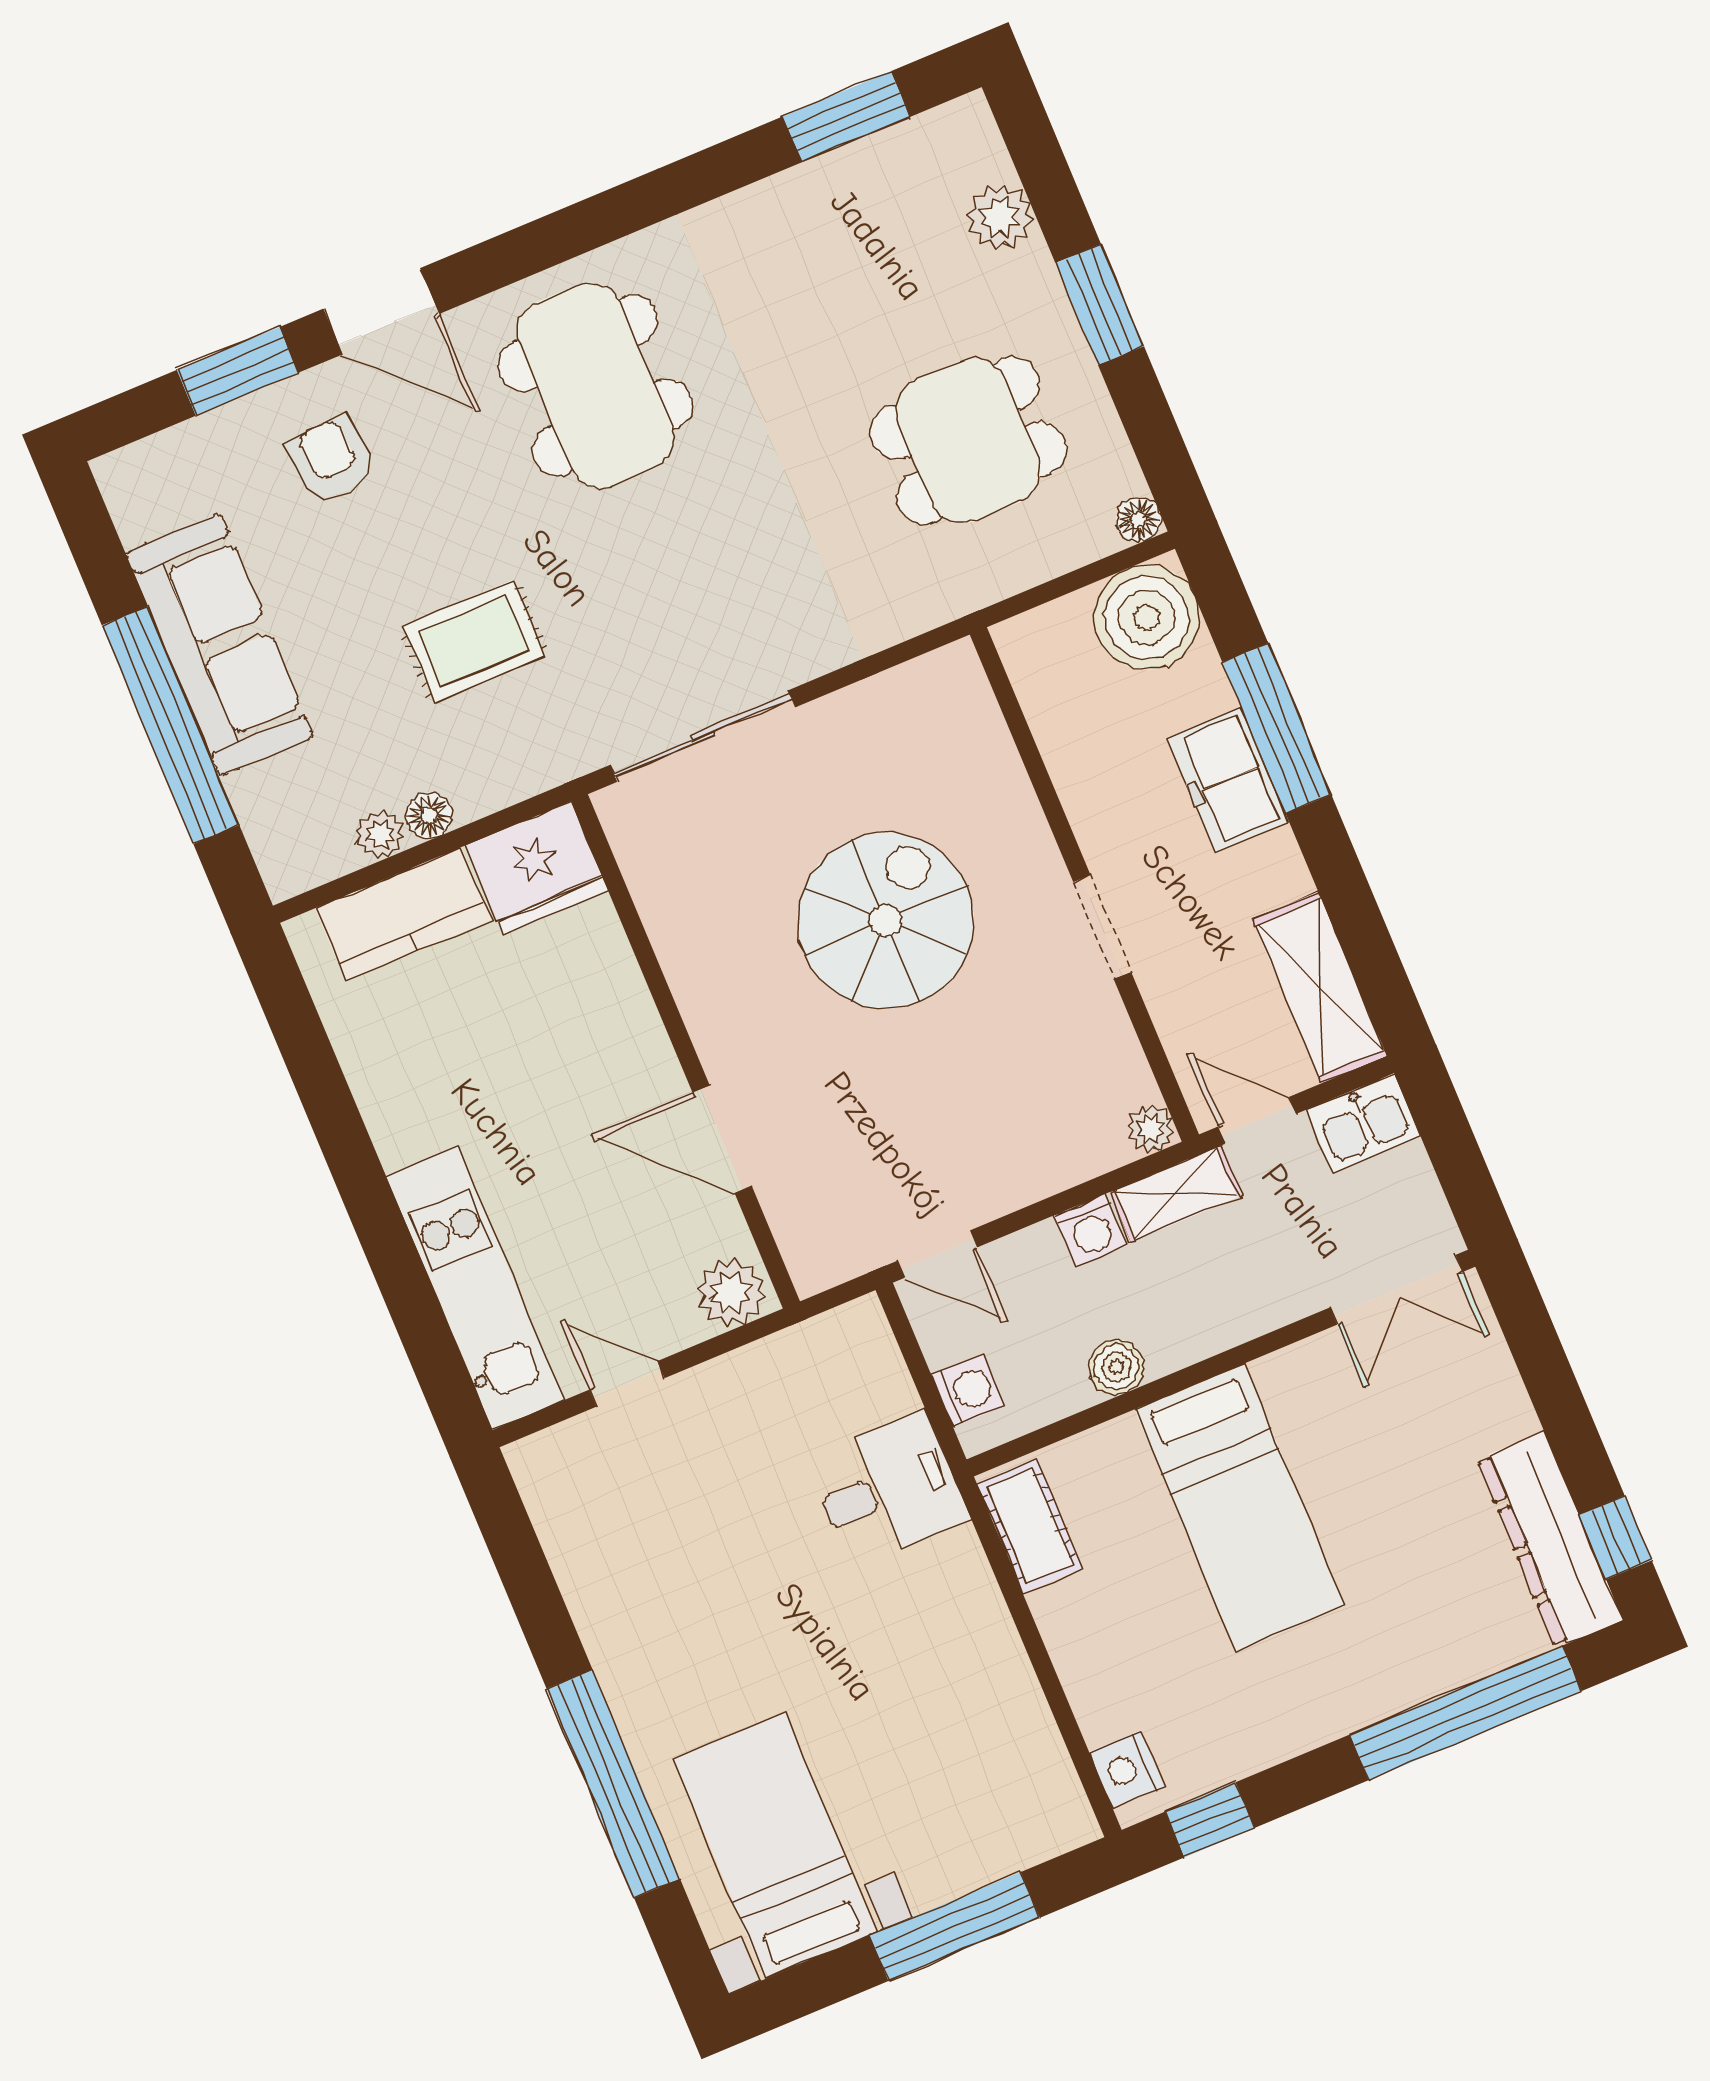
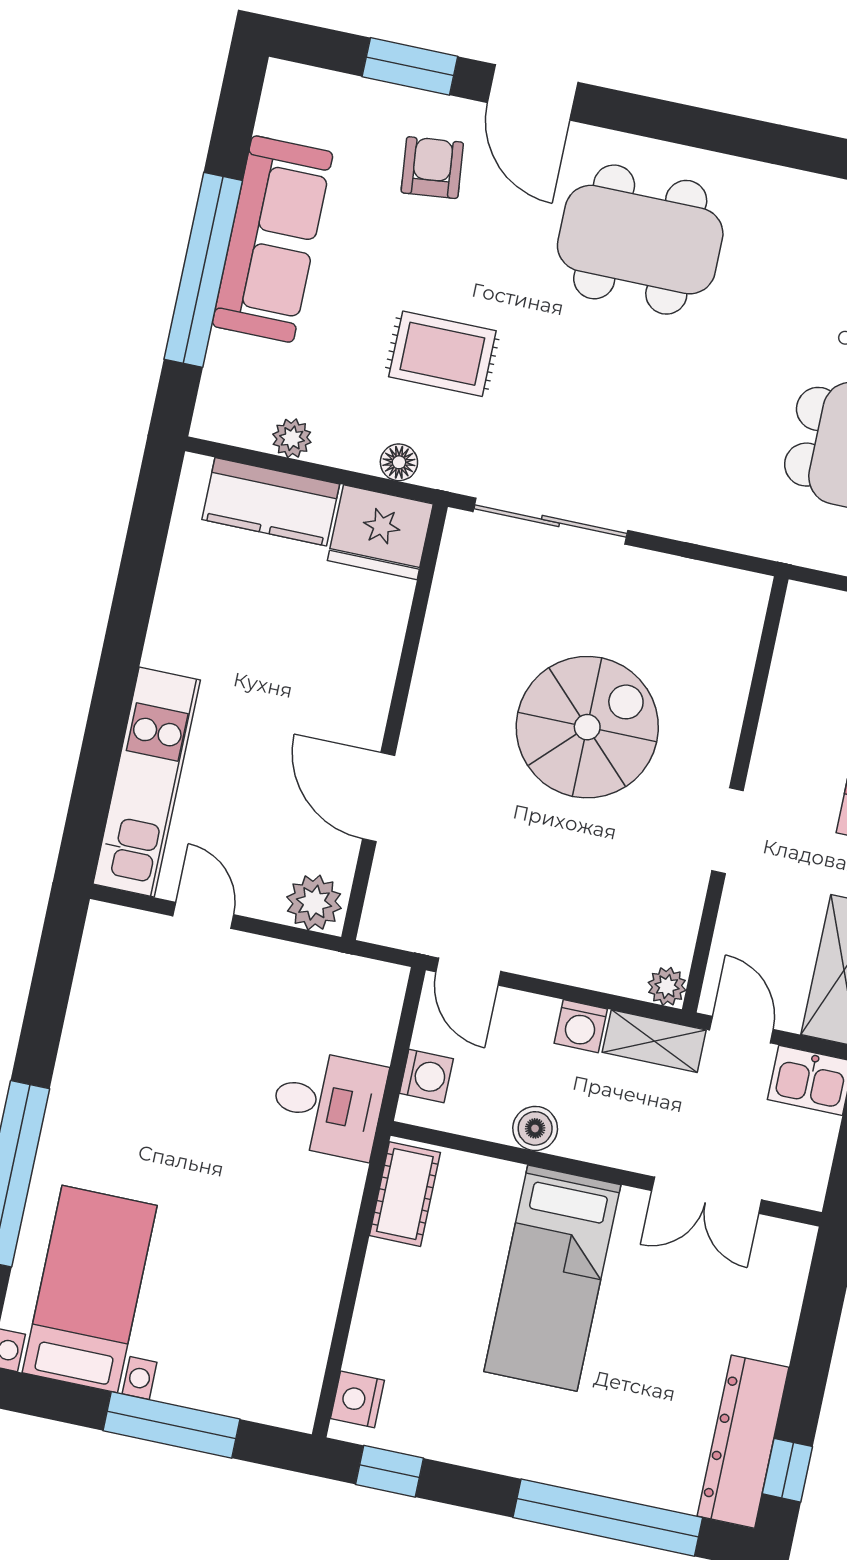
dining table: (595, 385) -> (640, 240), turned 90
floor lamp: (429, 816) -> (399, 462), moved
double door: (1396, 1290) -> (707, 1195), moved

